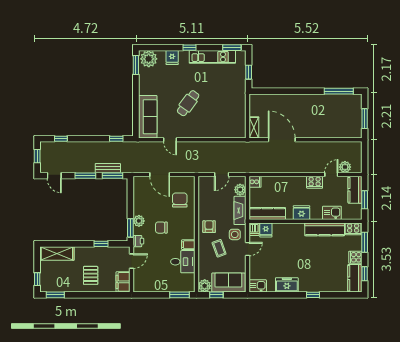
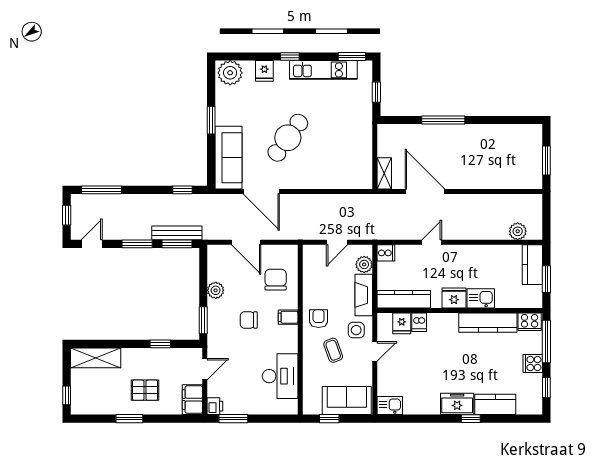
window: (136, 65) -> (211, 120), moved
window: (339, 91) -> (443, 120), moved
cafe table: (188, 103) -> (288, 138), width x1.37, depth x1.35
window: (61, 139) -> (101, 190), width x2.17
door: (170, 140) -> (261, 191), width x1.88
bench: (108, 168) -> (177, 233), width x1.36
door: (331, 175) -> (432, 242), moved
door: (54, 176) -> (92, 244), swing flipped
cooker: (315, 182) -> (473, 254), removed
kitchen sink: (332, 213) -> (481, 298), moved
plant: (139, 221) -> (216, 290), moved
dishwasher: (254, 229) -> (419, 322), moved
printer: (138, 241) -> (215, 406), moved
window: (365, 242) -> (546, 342), width x1.44
filing cabinet: (188, 245) -> (288, 317), moved
desk: (183, 262) -> (280, 376), width x1.37
pallet: (91, 275) -> (145, 390), turned 90
kitchen counter: (355, 278) -> (495, 404), moved, turned 90
freezer: (287, 285) -> (457, 404), moved
plant: (205, 286) -> (312, 405), removed
window: (55, 295) -> (129, 419), moved
window: (179, 295) -> (233, 419), moved

